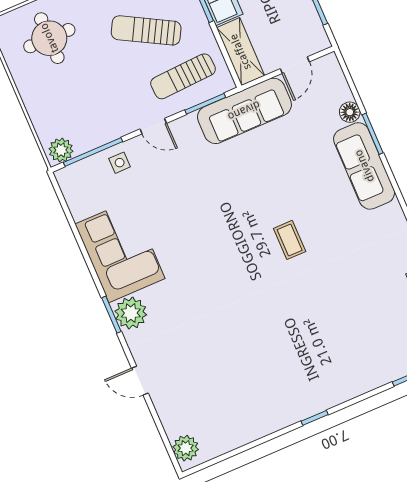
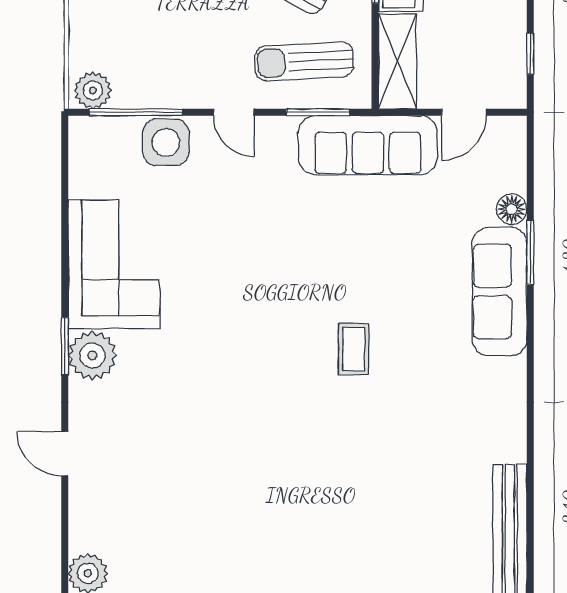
side table: (120, 163) -> (166, 142), width x1.87, depth x1.87

